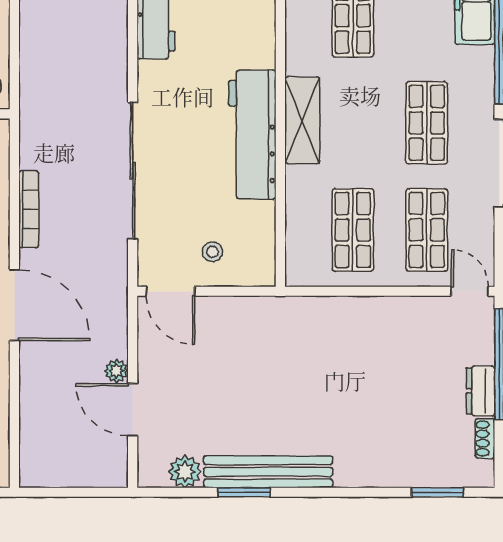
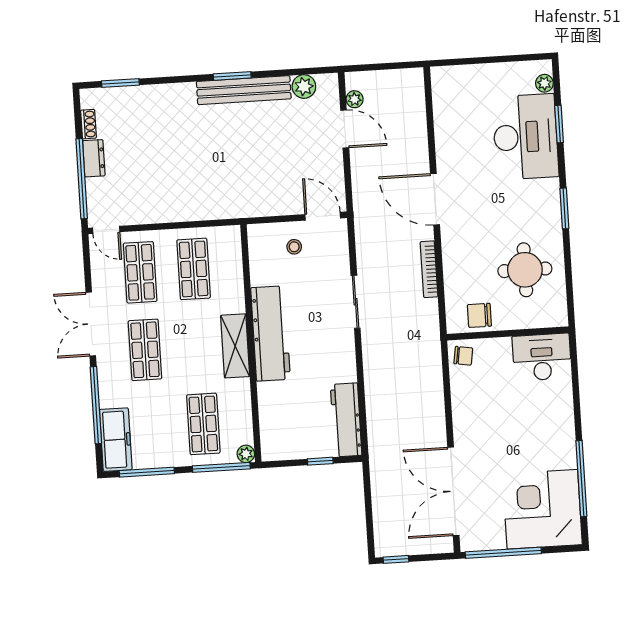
sliding door: (133, 171) -> (356, 302), width x0.54
plant: (116, 371) -> (355, 99), moved
window: (244, 492) -> (232, 76), moved

